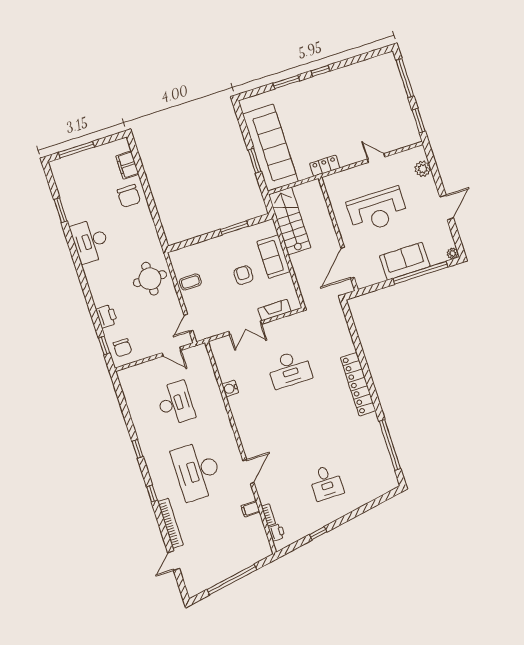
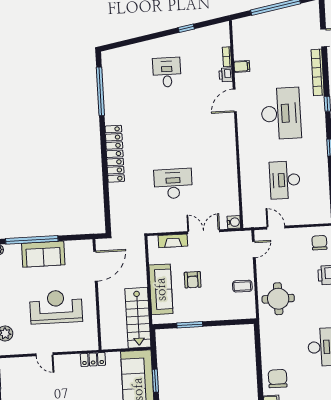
sofa: (274, 257) -> (161, 289), width x1.36
water cooler: (230, 388) -> (234, 222), moved
printer: (277, 532) -> (226, 75), moved

